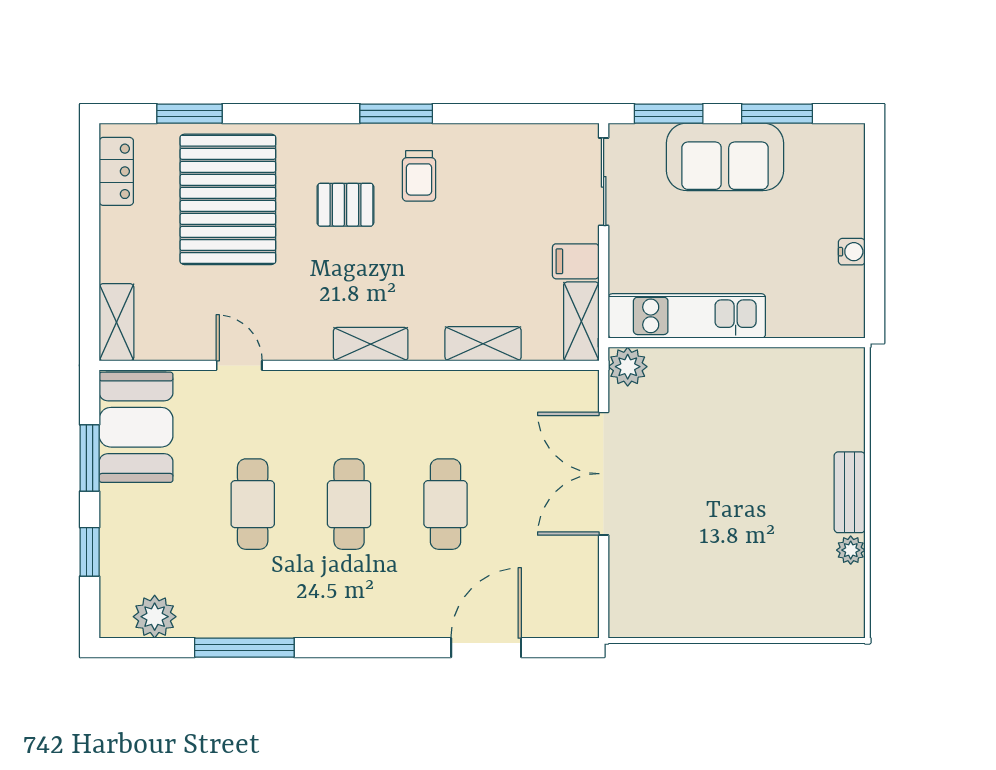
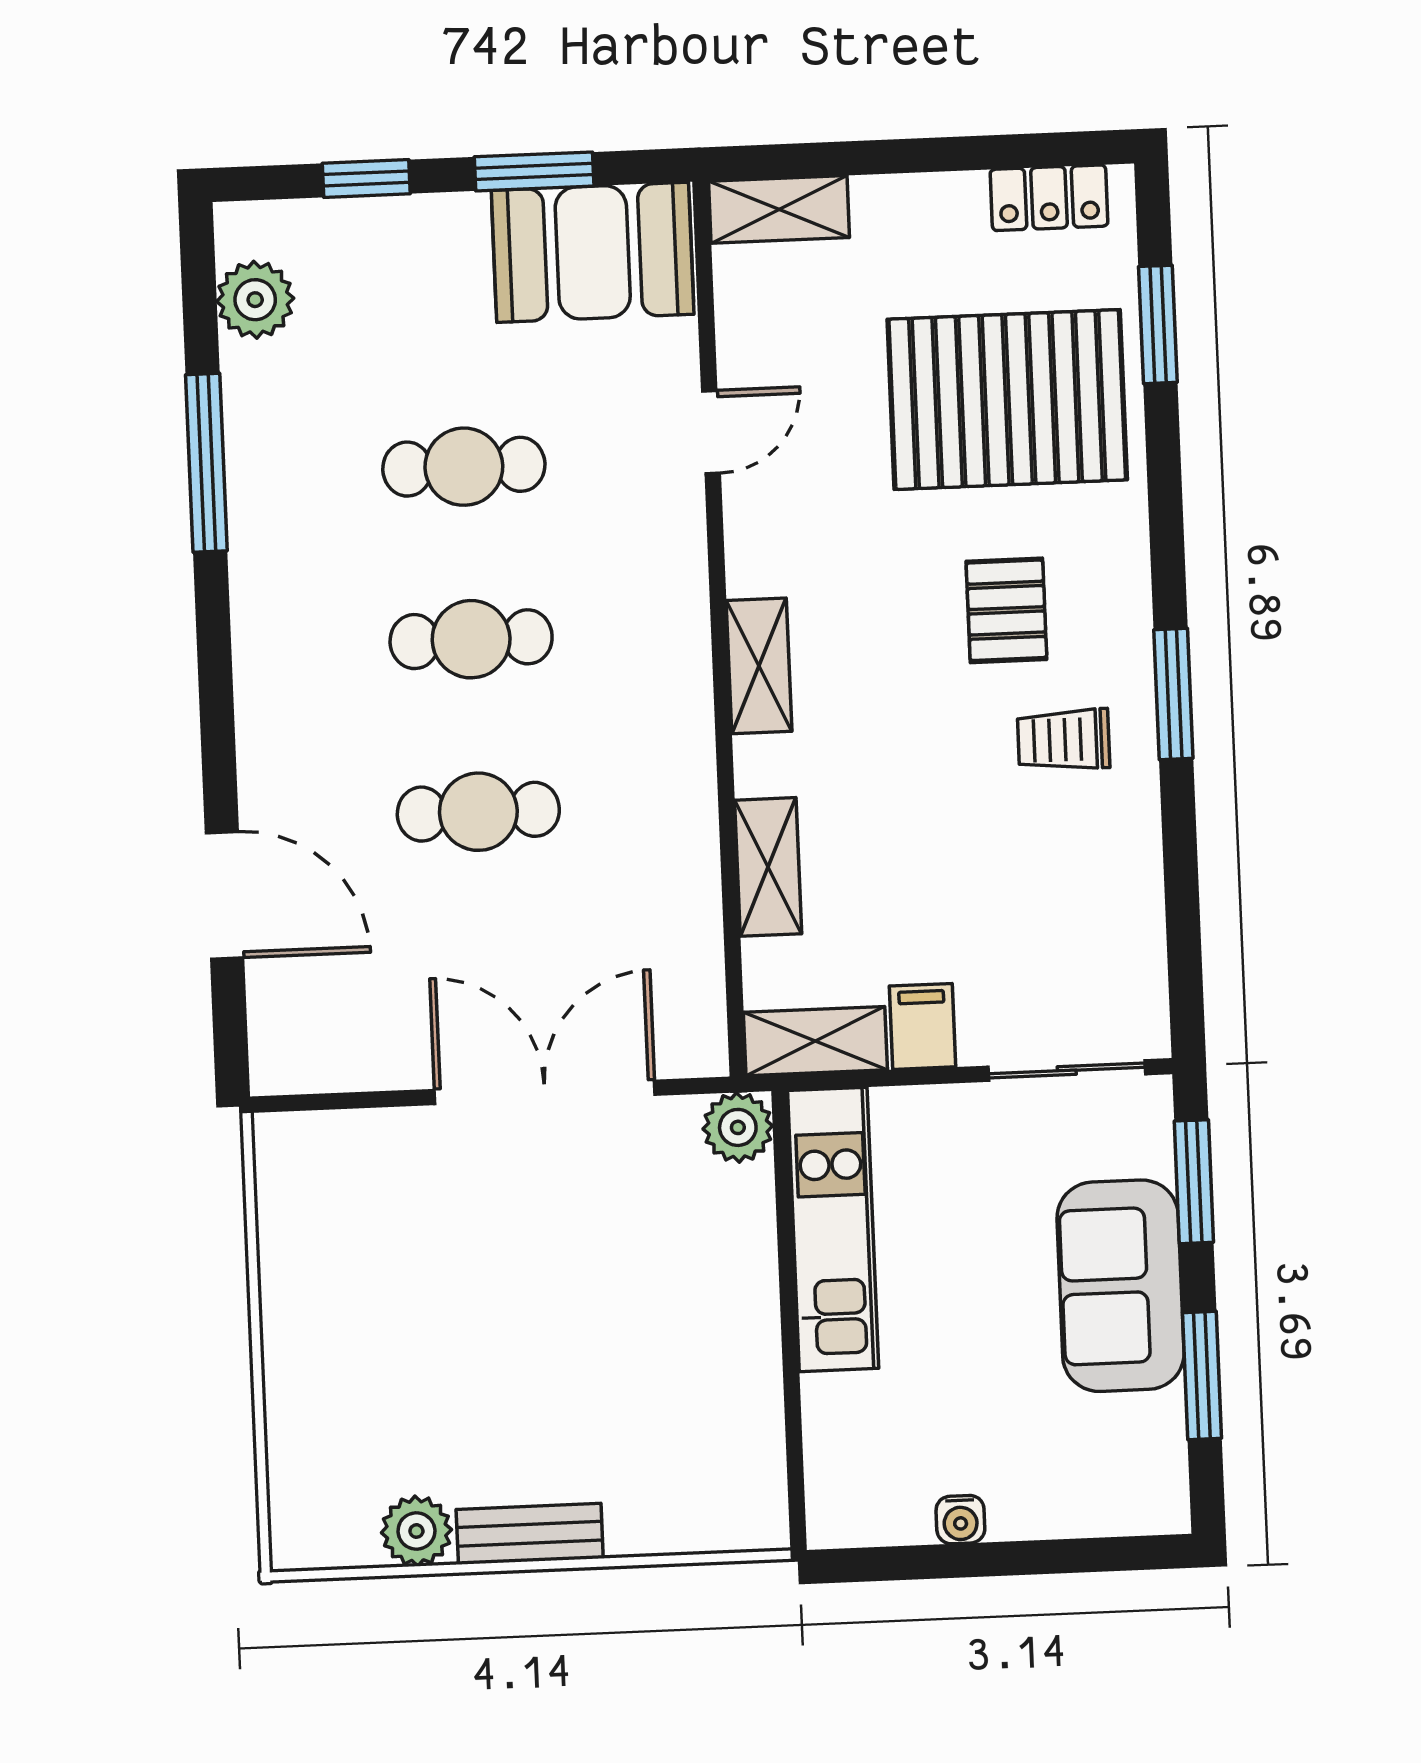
plant: (851, 550) -> (416, 1531), width x1.38, depth x1.38

